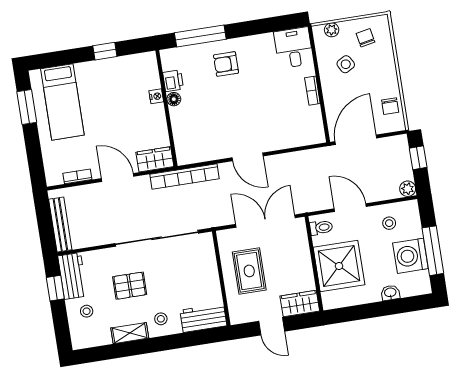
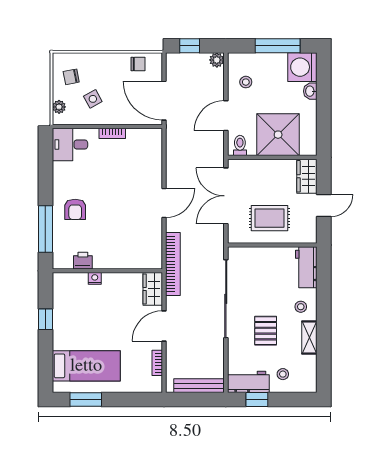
floor lamp: (174, 99) -> (100, 263), removed
washing machine: (410, 256) -> (302, 67), moved, turned 90

